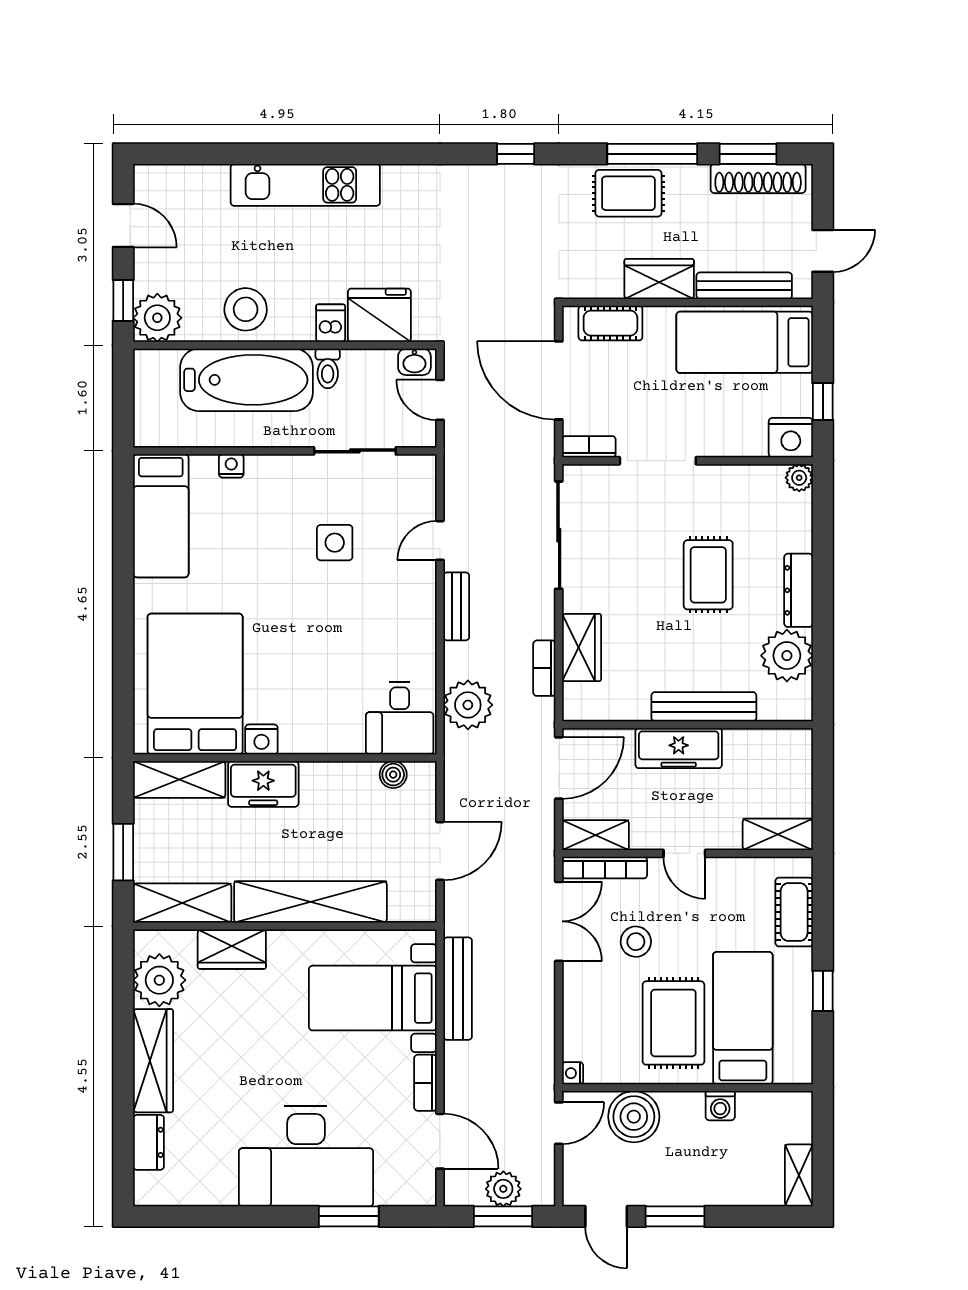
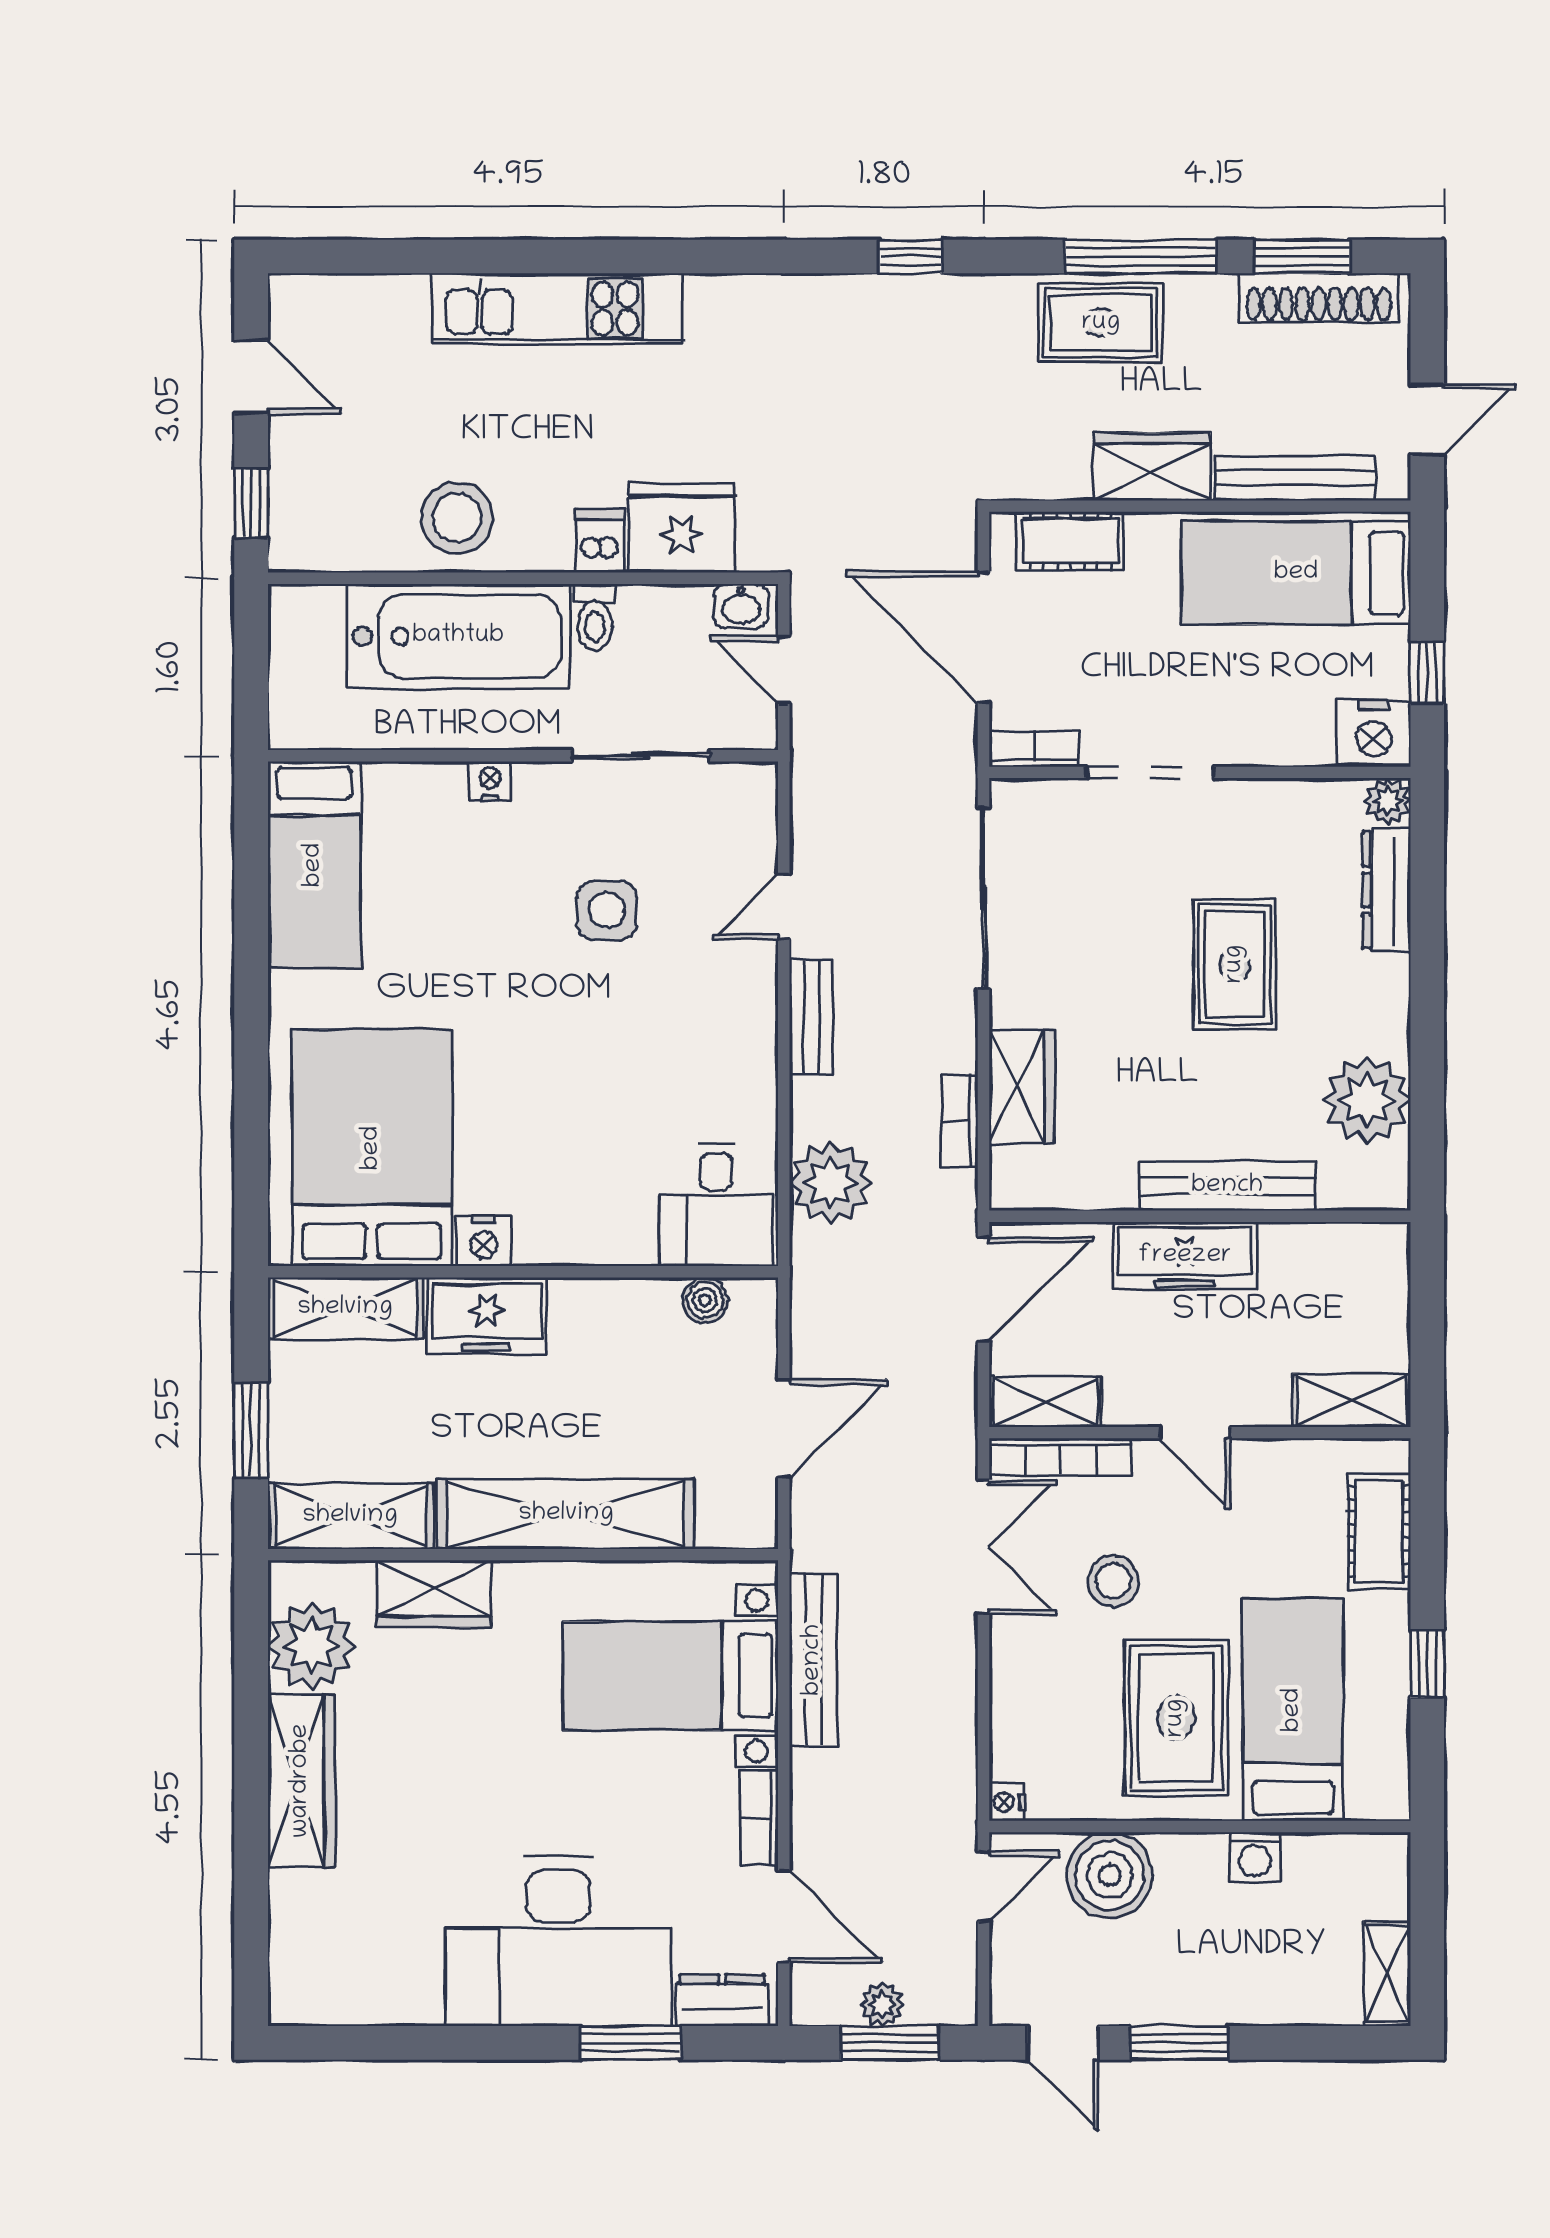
plant: (157, 318) -> (309, 532), removed
nightstand: (231, 466) -> (490, 781), moved
dresser: (798, 590) -> (1387, 890), moved
dresser: (149, 1142) -> (722, 2000), moved, turned -90
plant: (503, 1189) -> (882, 2005), width x0.73, depth x0.73

